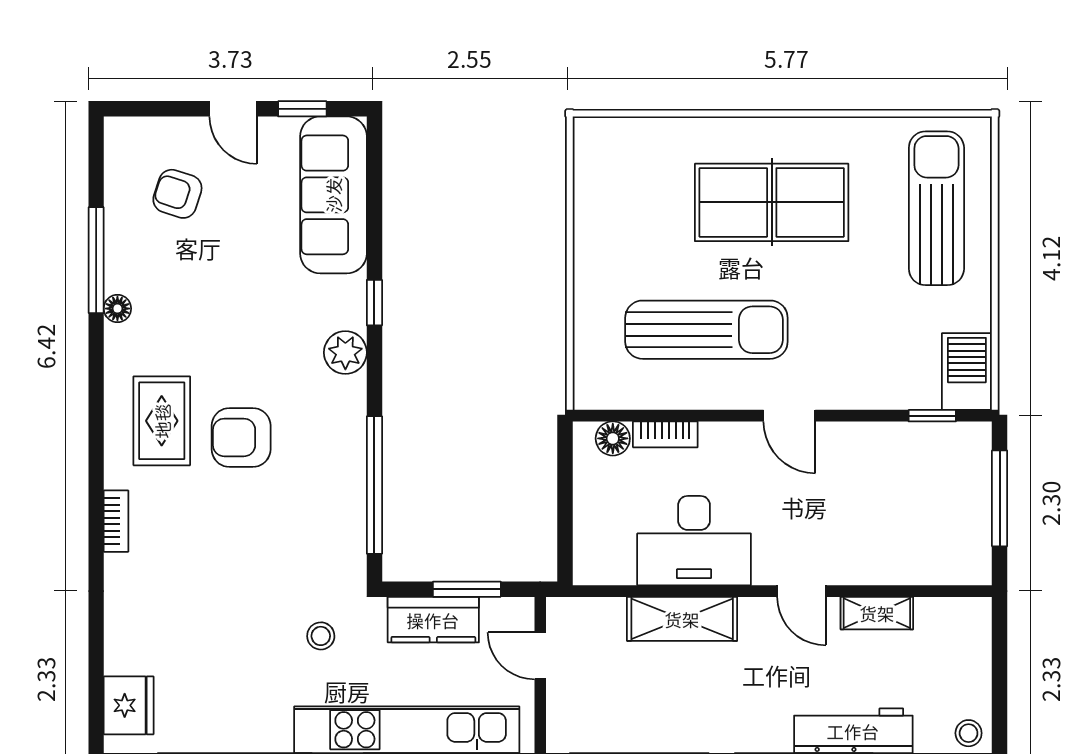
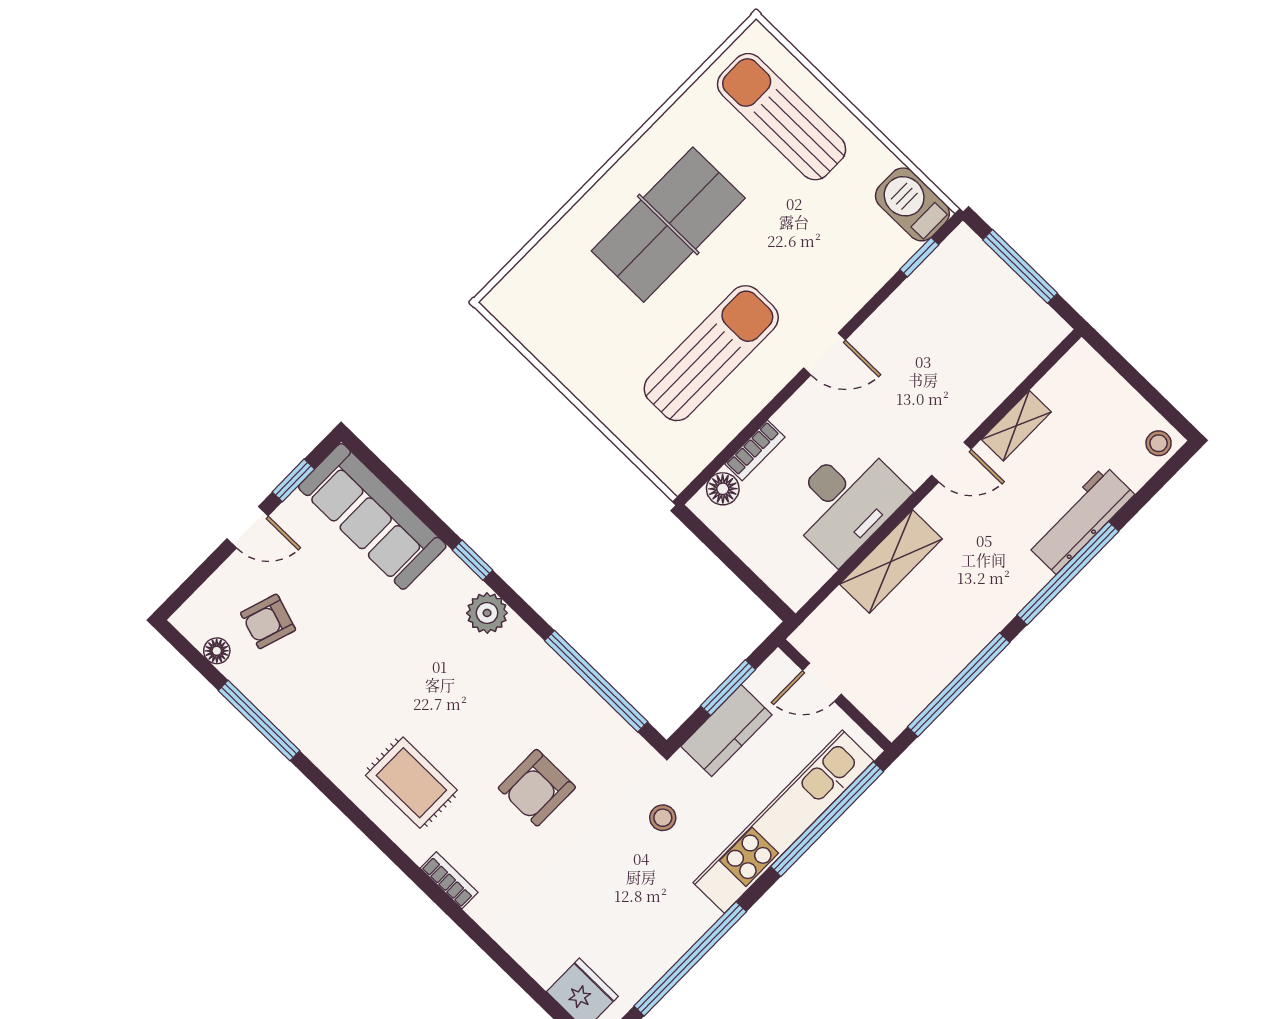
floor lamp: (117, 309) -> (217, 651), moved
armchair: (241, 437) -> (537, 788), moved

